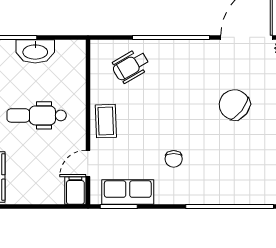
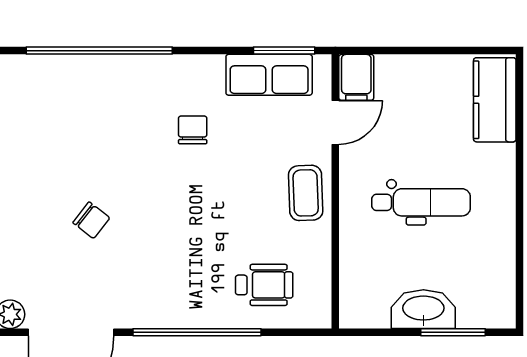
wheelchair: (131, 66) -> (264, 285), turned 30
chair: (234, 105) -> (91, 220), width x0.54, depth x0.54

